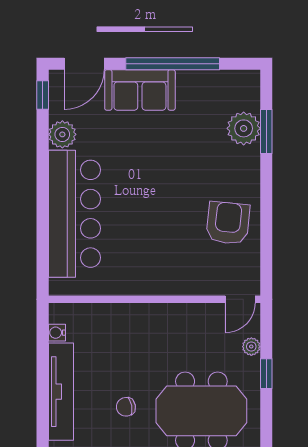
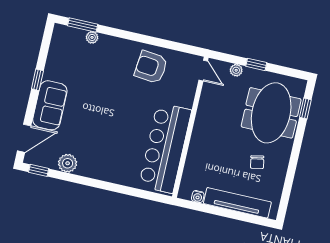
door: (84, 64) -> (24, 138), hinge flipped
window: (173, 64) -> (37, 80), width x0.32
plant: (244, 128) -> (92, 37), width x0.53, depth x0.53
window: (266, 131) -> (83, 25), moved
bar counter: (74, 214) -> (165, 148), moved, turned -90

